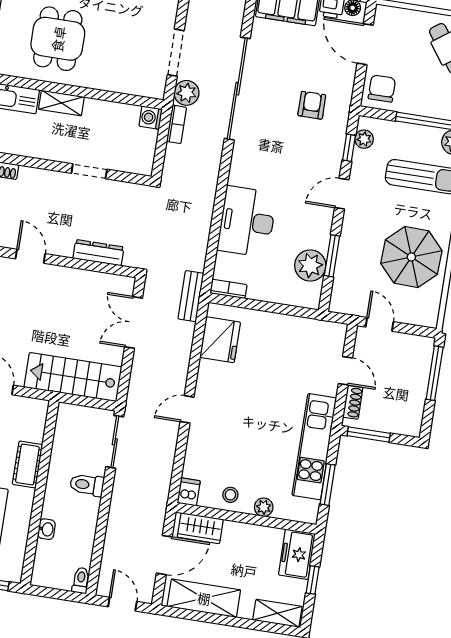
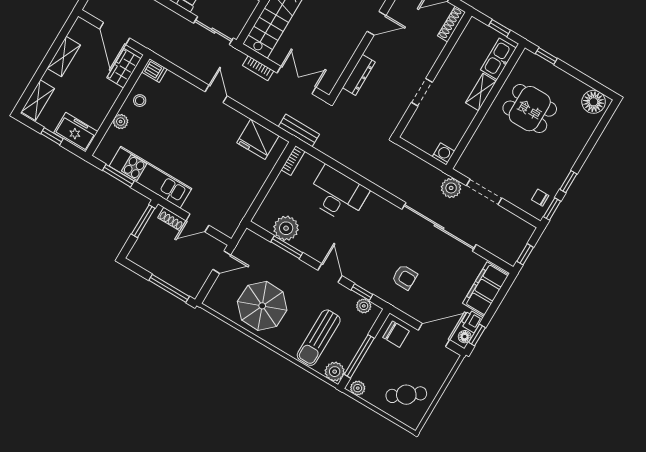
bookcase: (176, 124) -> (258, 68), moved
shelving: (204, 598) -> (64, 57), width x0.67, depth x0.75

